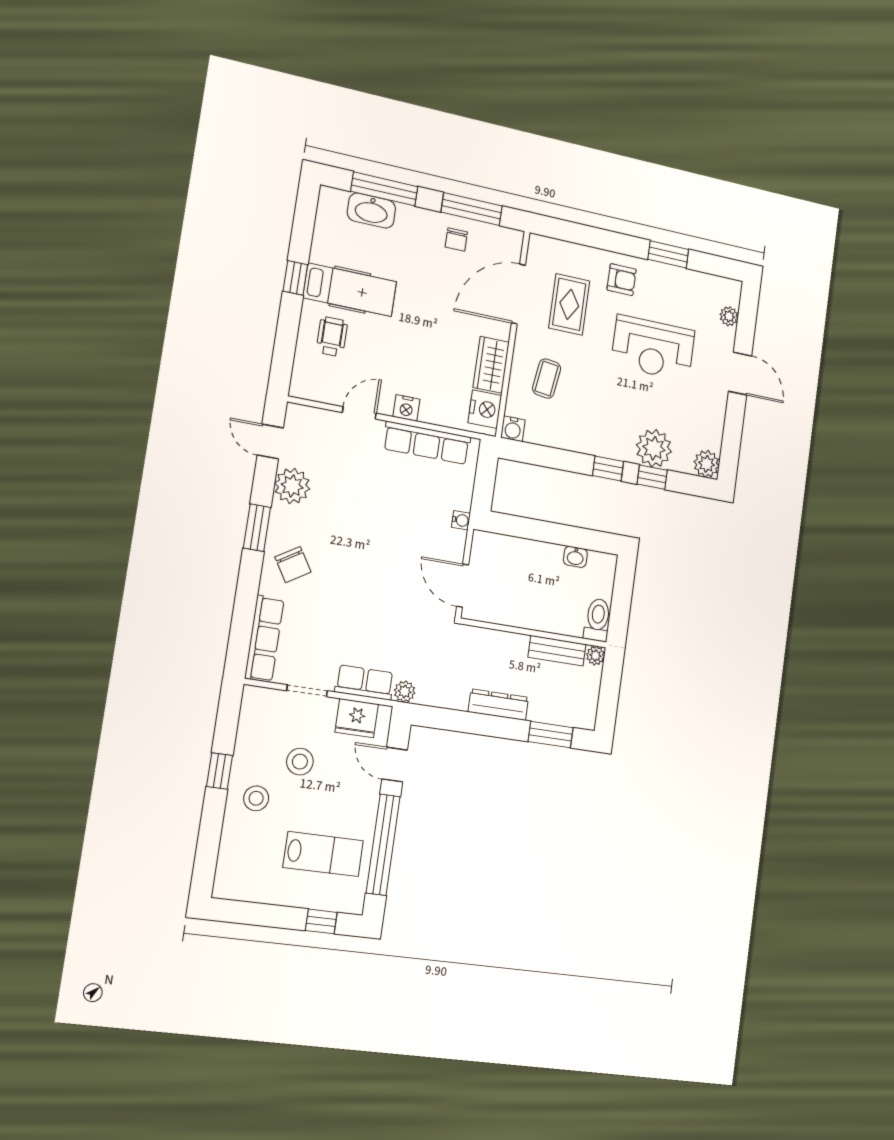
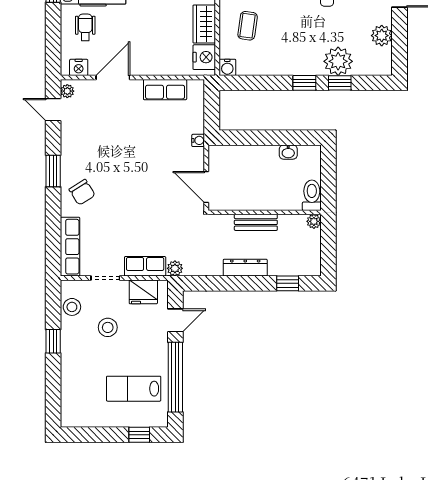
nightstand: (406, 408) -> (79, 67), moved
door: (359, 413) -> (113, 77), width x1.38
row of seats: (427, 443) -> (165, 90), width x0.68
plant: (707, 464) -> (382, 36), moved
plant: (292, 486) -> (67, 91), moved, width x0.53, depth x0.53
bench: (557, 651) -> (256, 222), moved
window: (551, 735) -> (288, 283), width x0.67
door: (395, 765) -> (175, 320), swing flipped
stool: (256, 798) -> (72, 307), moved
lab bench: (323, 854) -> (134, 389), turned 180

